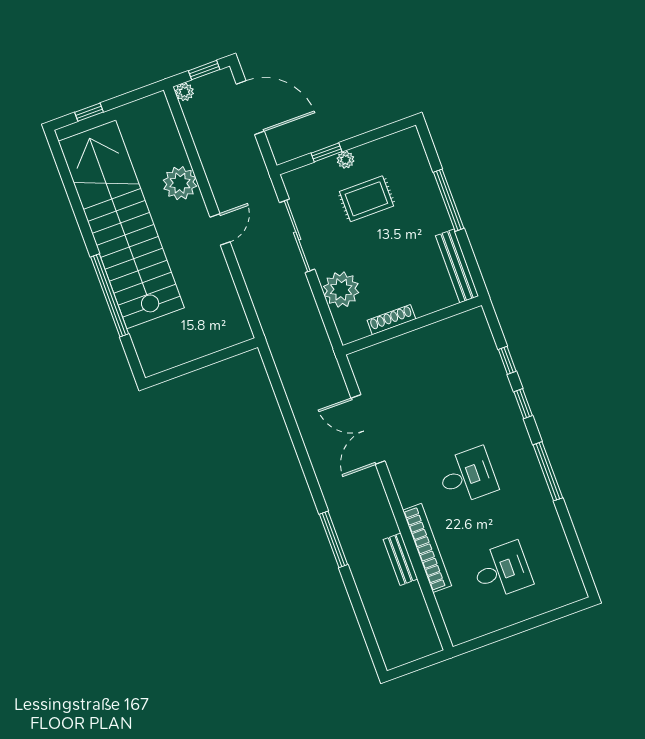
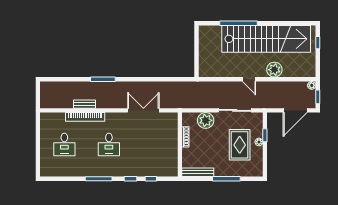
rug: (366, 199) -> (240, 145), width x1.36, depth x1.43

